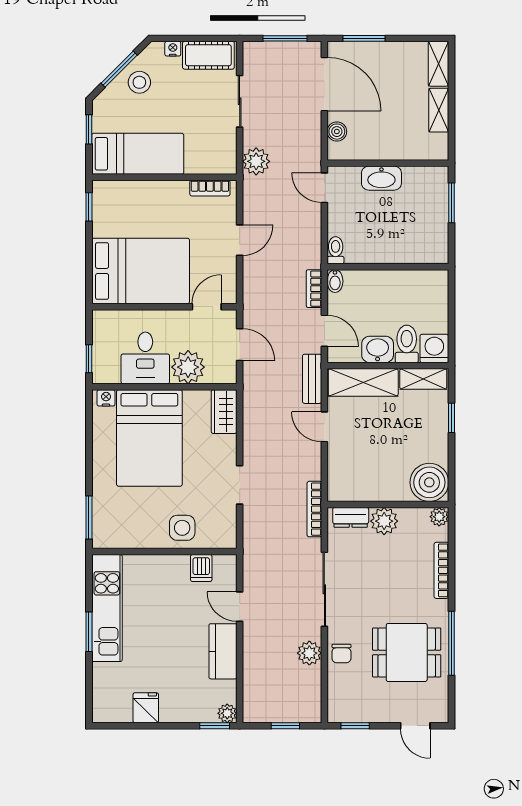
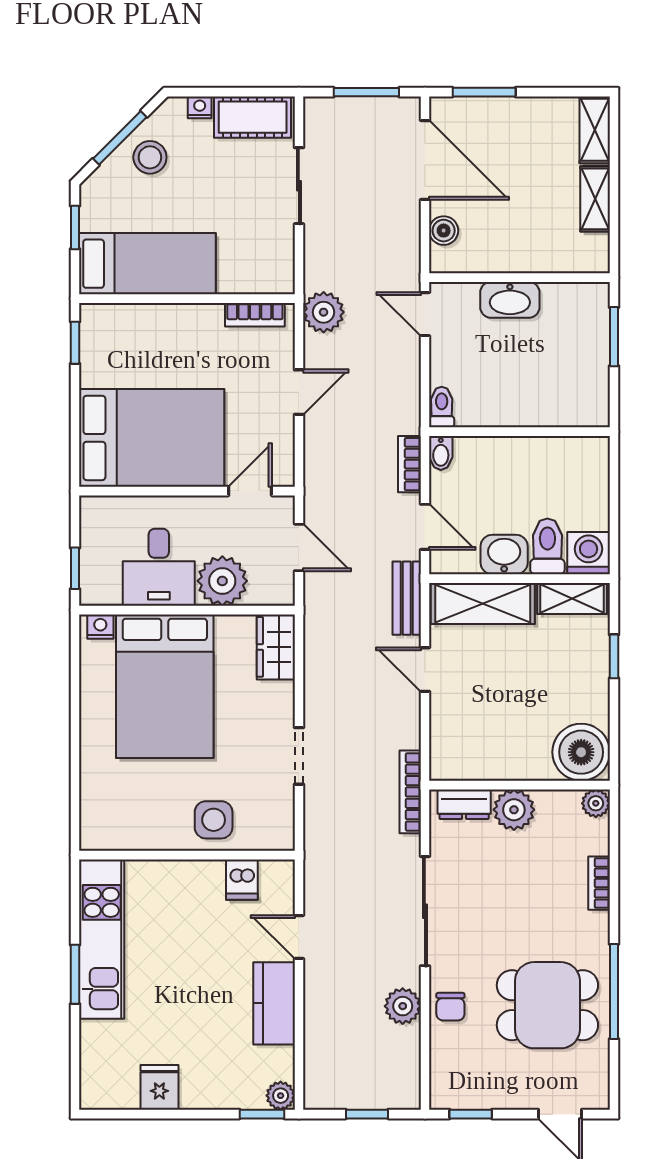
plant: (256, 161) -> (324, 312), moved
window: (89, 517) -> (75, 804), removed
bookcase: (441, 570) -> (599, 883), width x0.64

